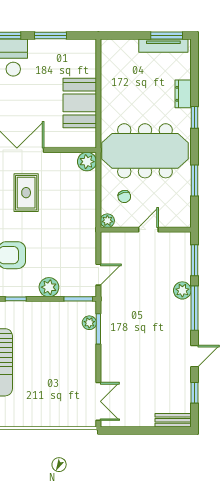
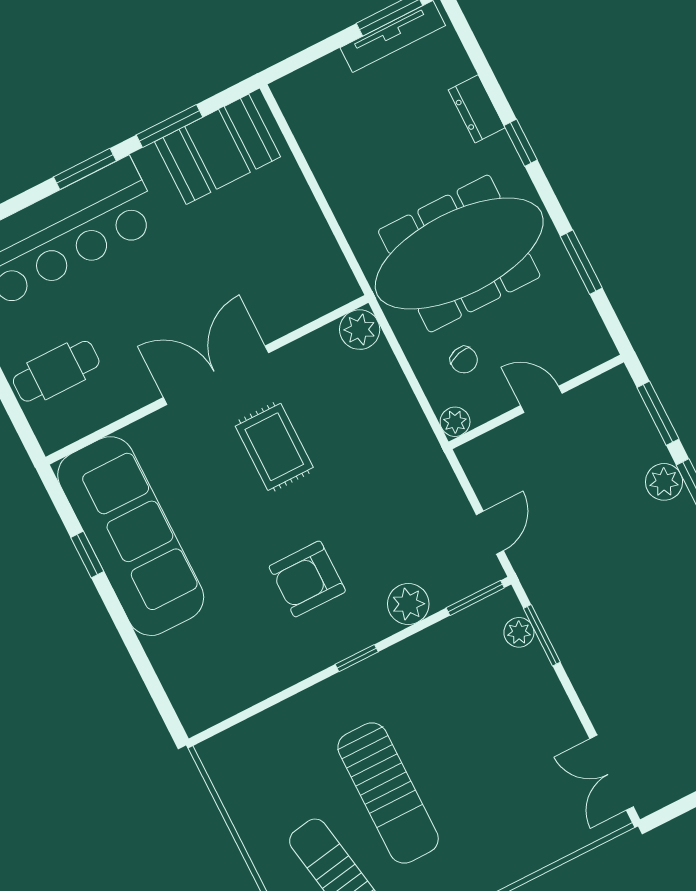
booth: (80, 103) -> (218, 149), moved, turned 90
door: (148, 230) -> (541, 399), hinge flipped
double door: (98, 401) -> (612, 773), swing flipped

